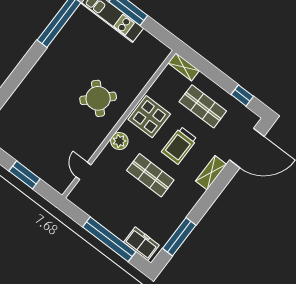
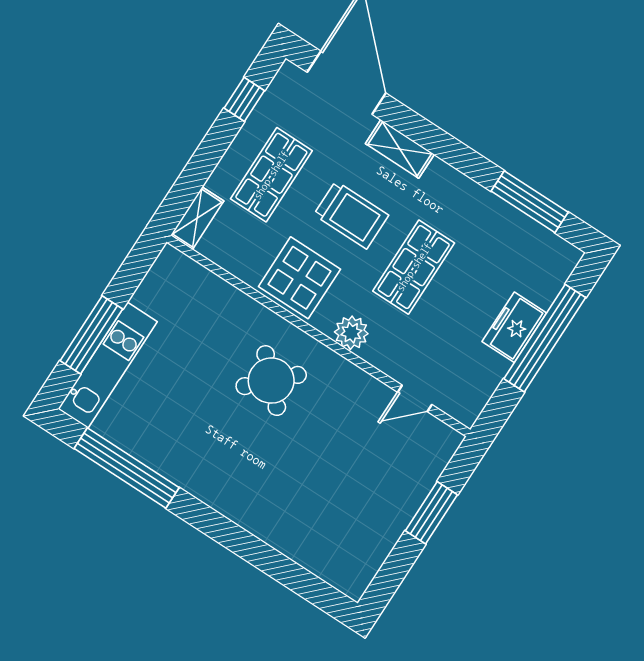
freezer: (141, 244) -> (514, 327), moved

